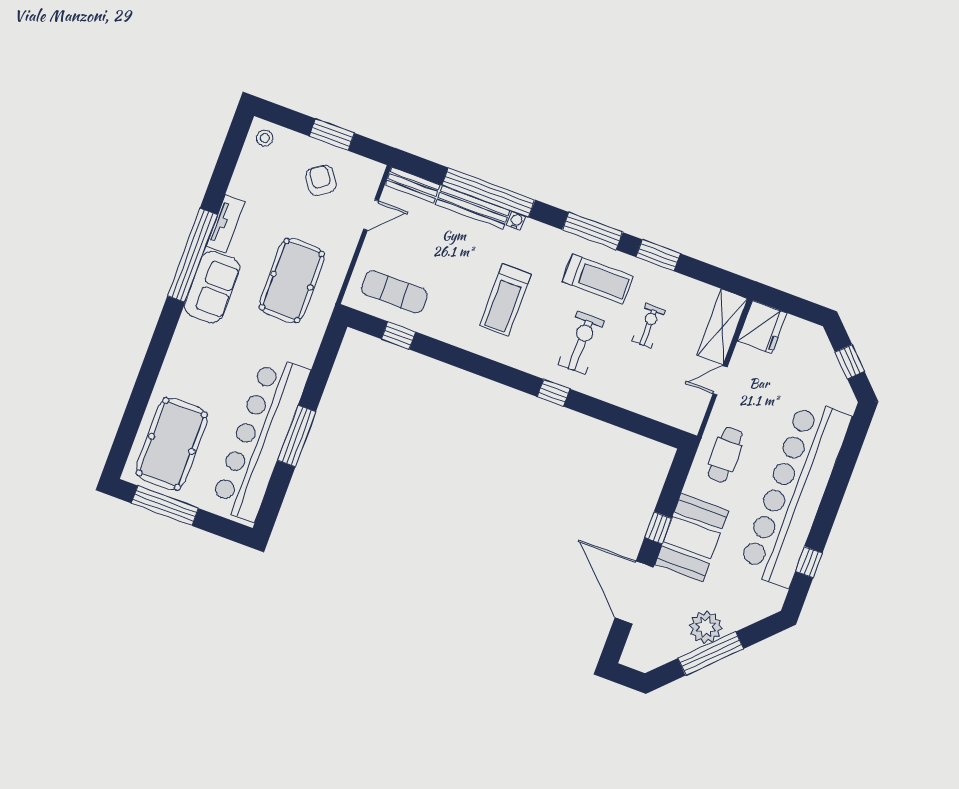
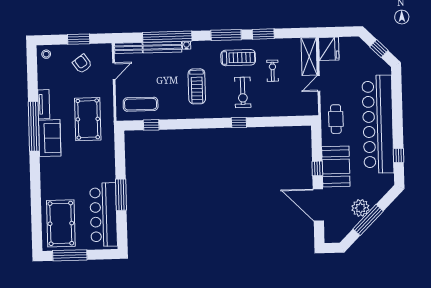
exercise bike: (581, 343) -> (243, 92), turned 180
bar counter: (260, 438) -> (104, 215), width x0.73

